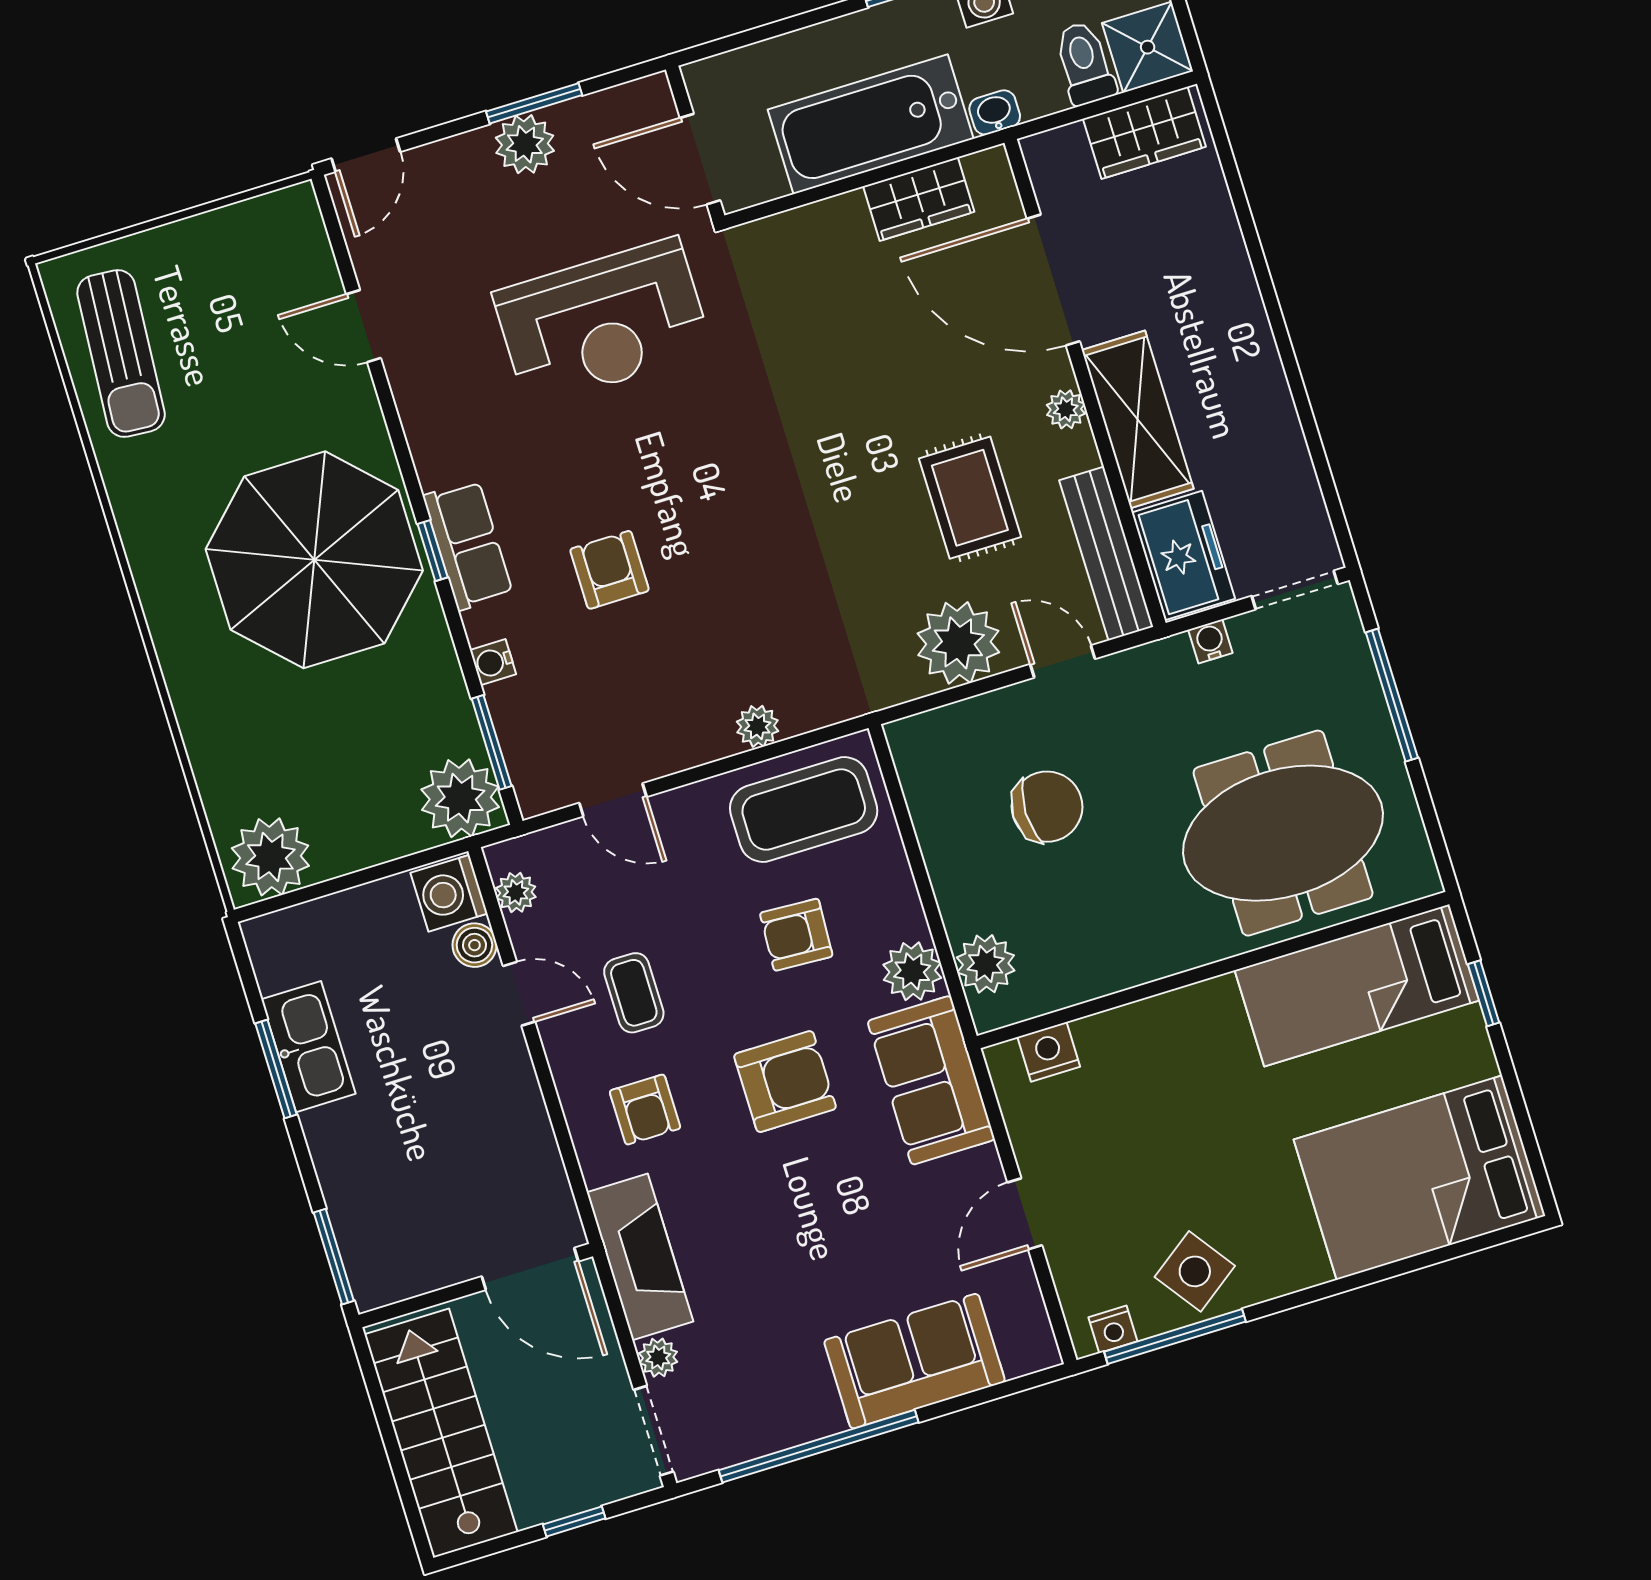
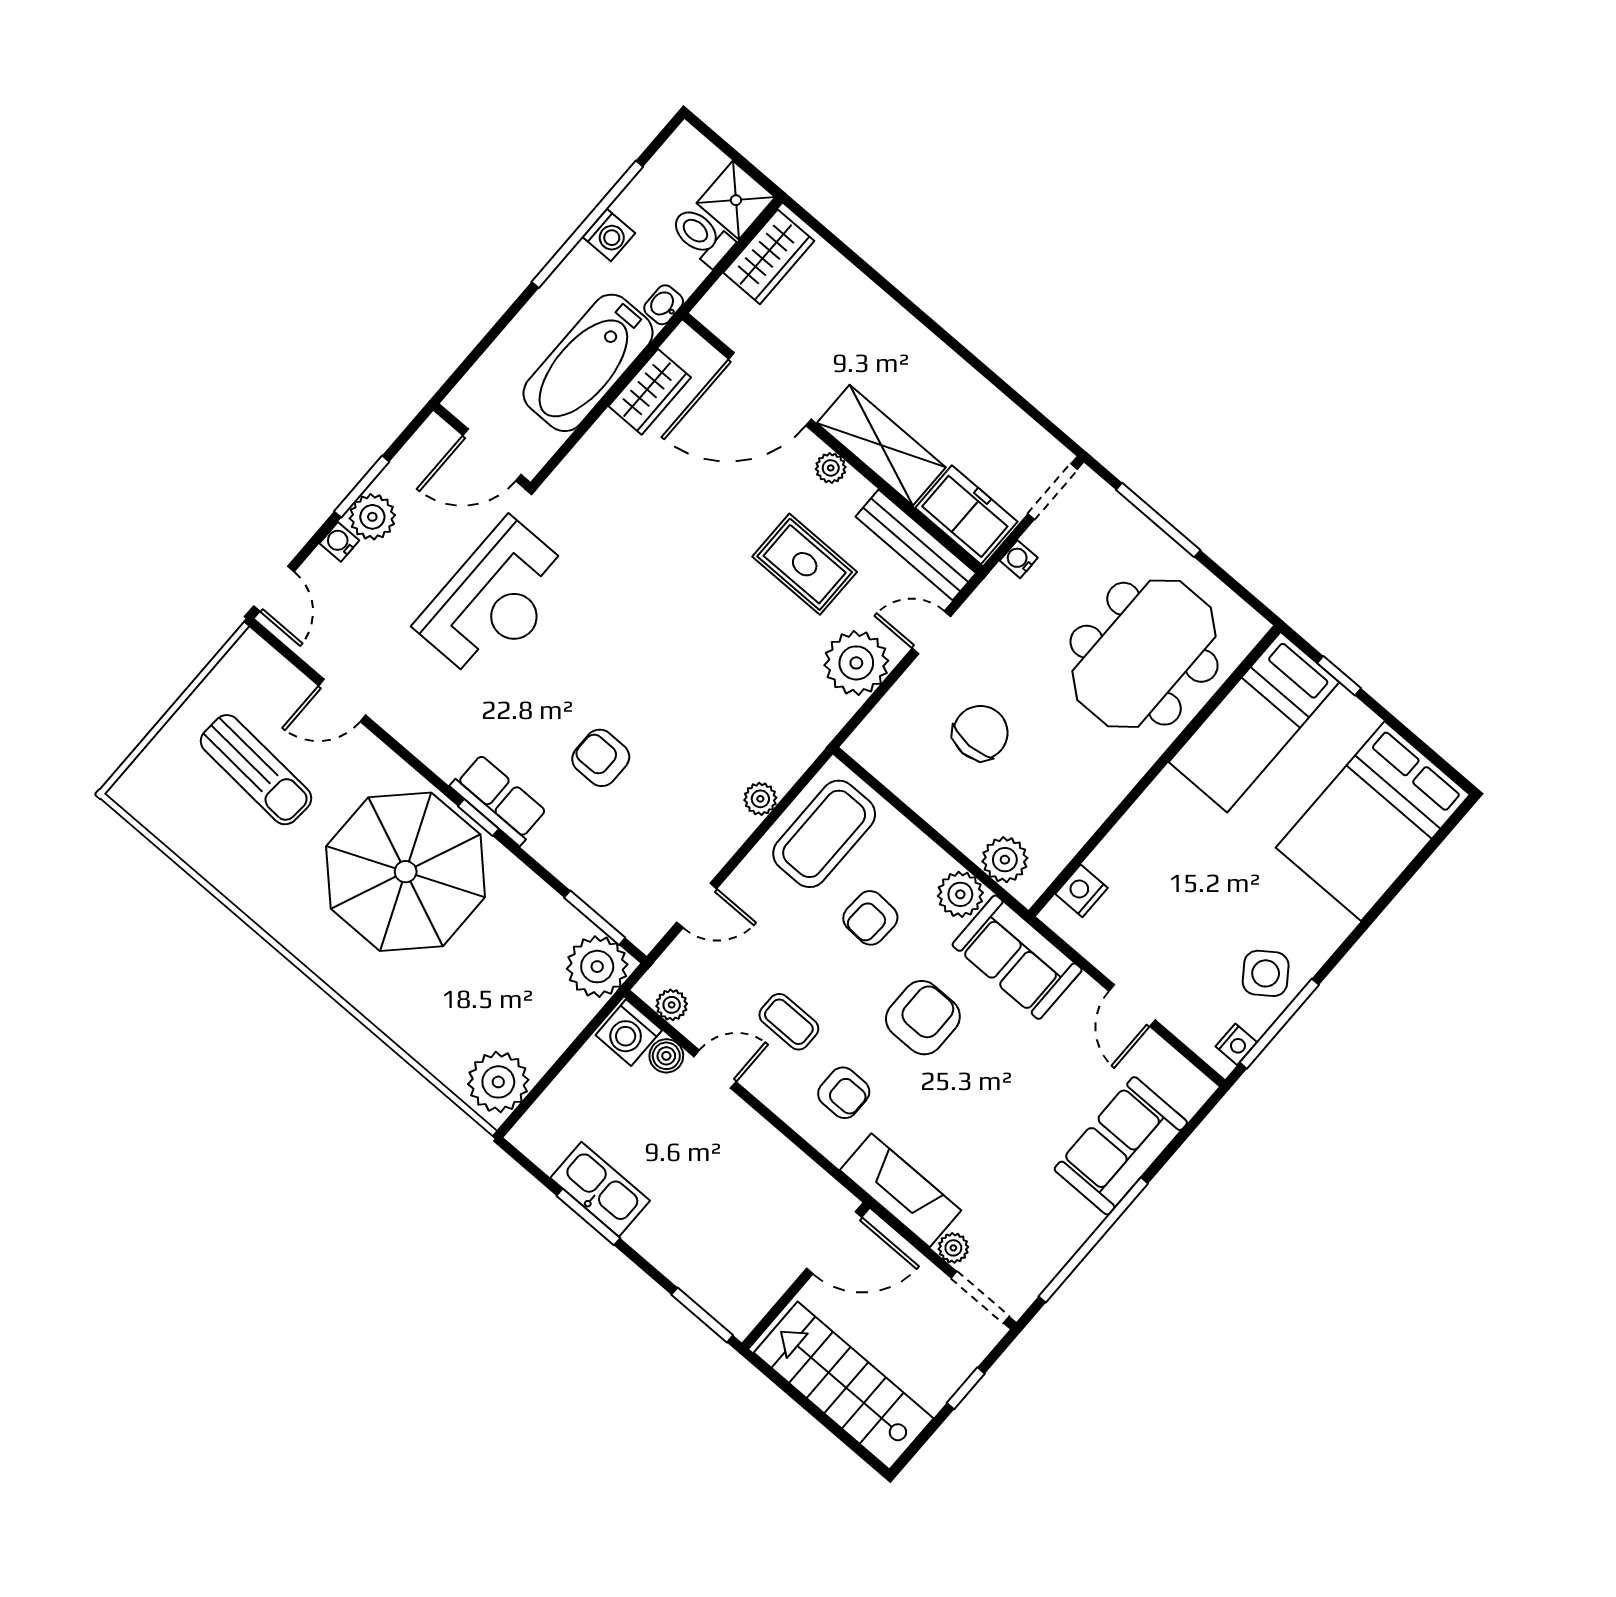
sun lounger: (121, 354) -> (256, 770), moved
water cooler: (493, 662) -> (339, 542), moved, turned 90

